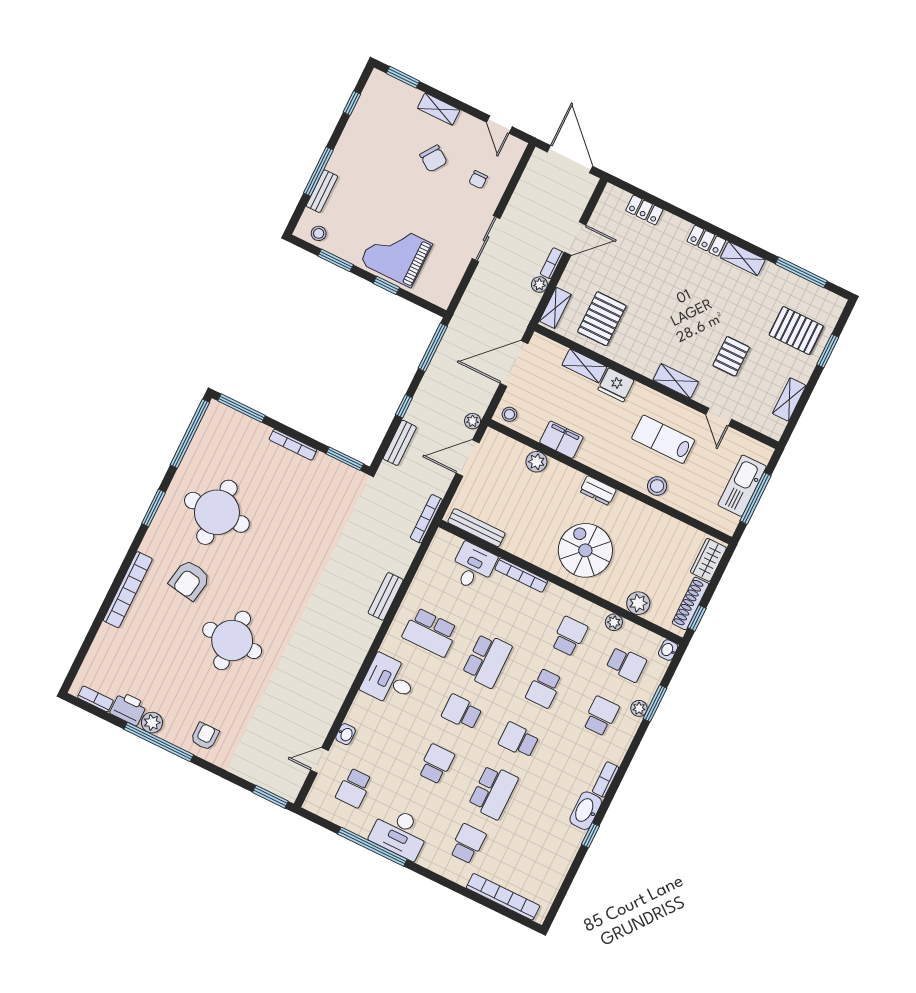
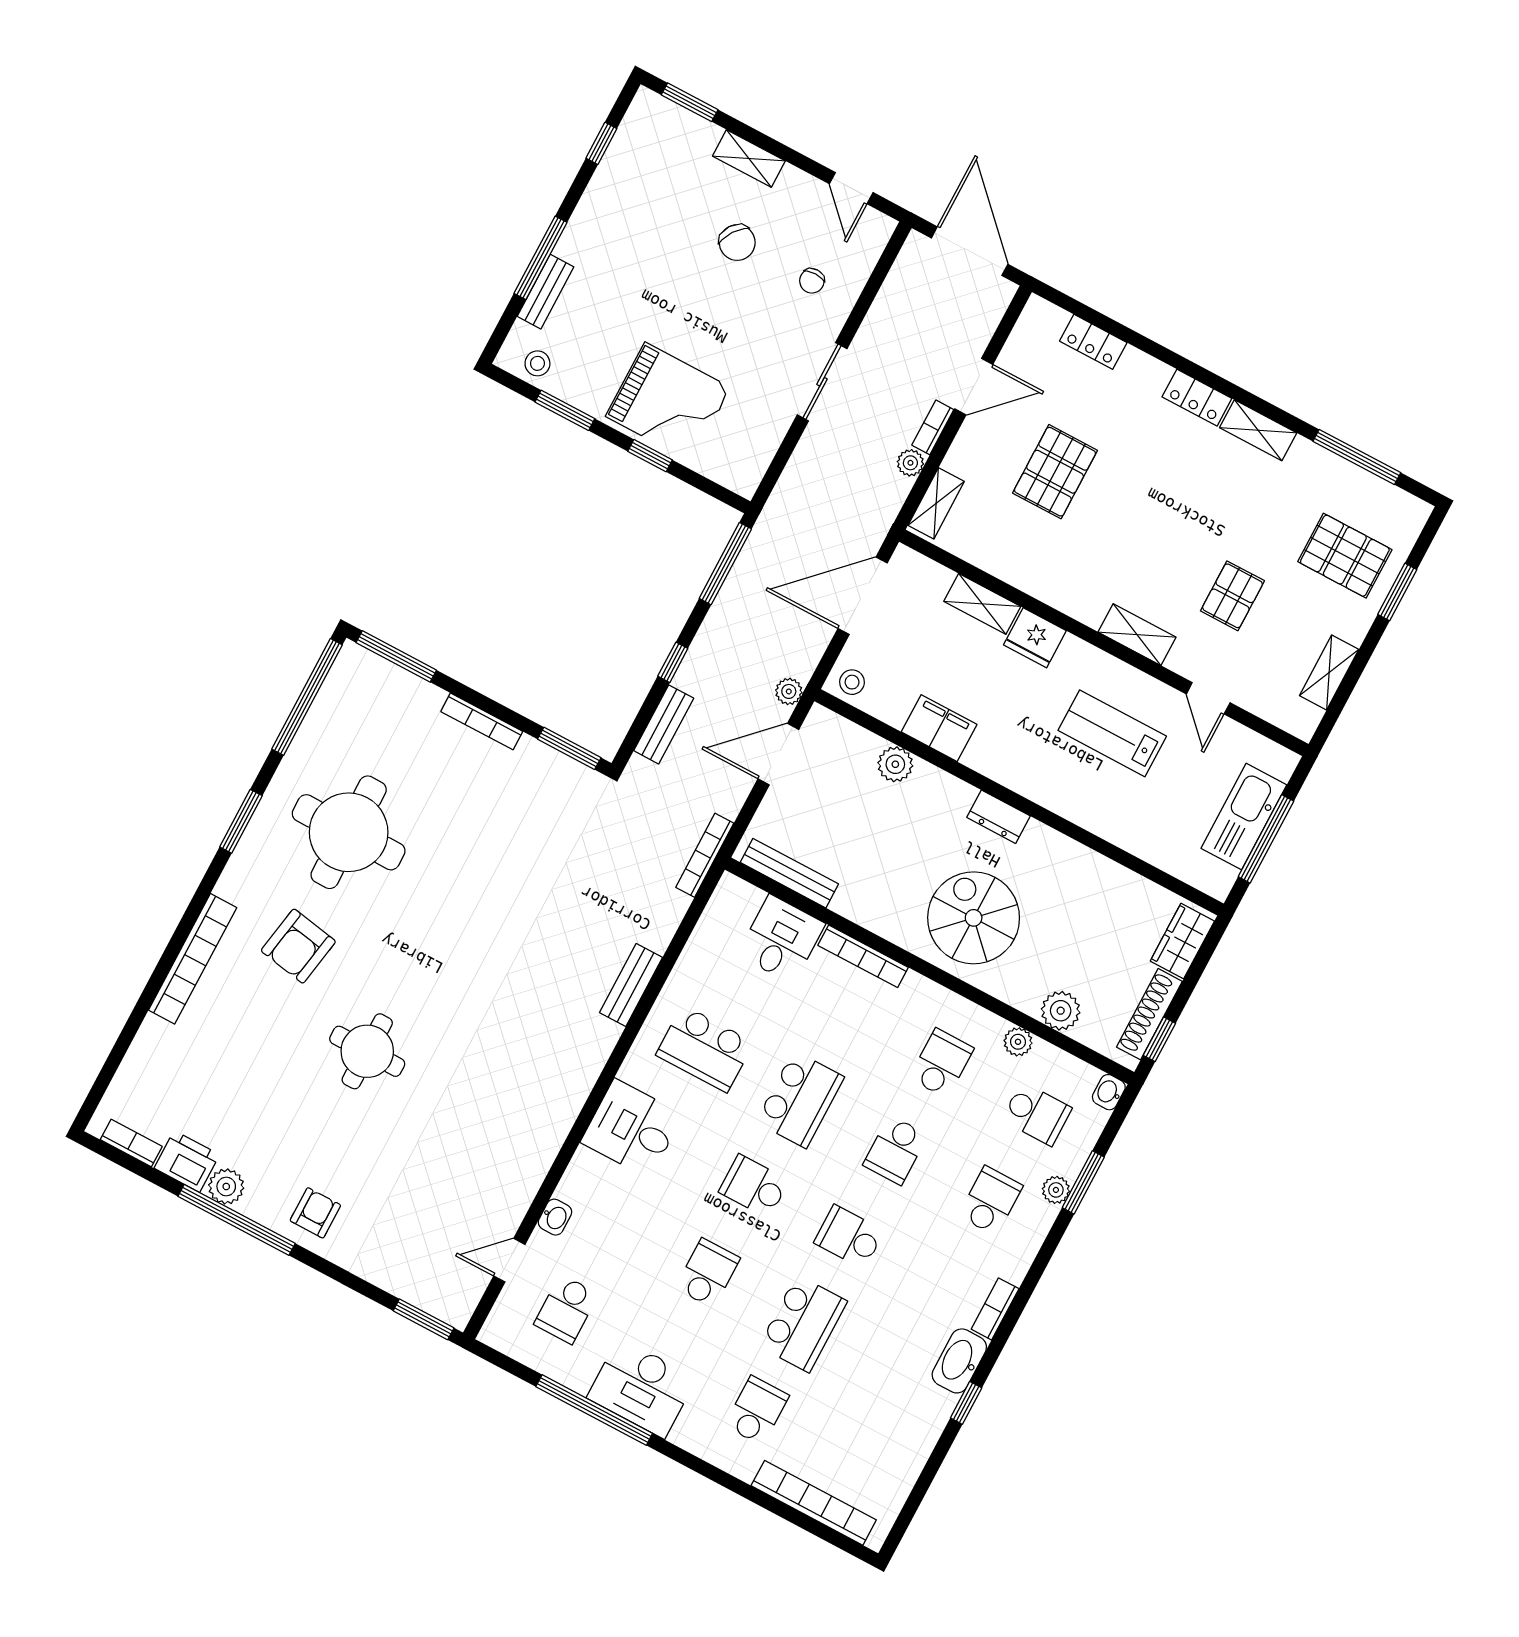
grand piano: (396, 253) -> (668, 402), turned 180
pallet: (602, 319) -> (1055, 472), moved
stool: (657, 486) -> (1099, 812), removed
round table: (232, 640) -> (367, 1051), width x0.73, depth x0.73

